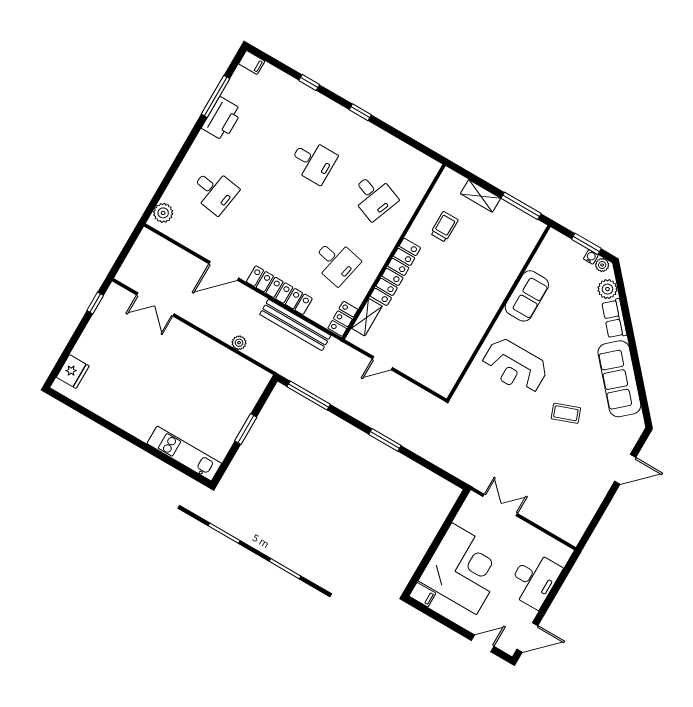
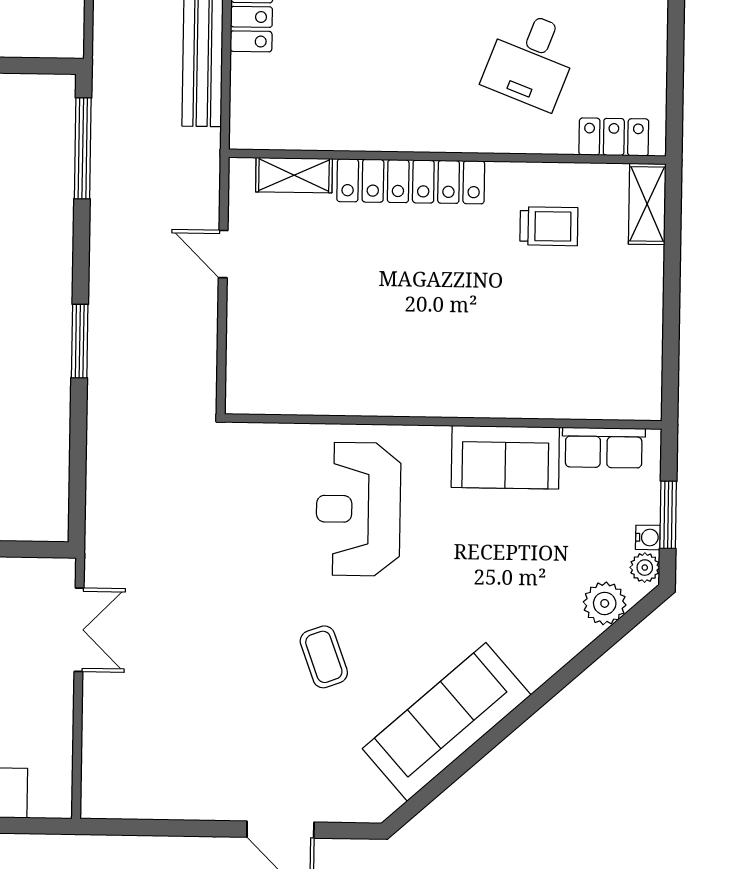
shelving: (480, 196) -> (647, 204), moved
window: (521, 206) -> (671, 350), removed
desk: (336, 262) -> (367, 57), removed
locker: (343, 319) -> (614, 137), moved
row of seats: (614, 319) -> (604, 448), moved, turned -138

